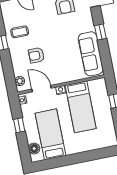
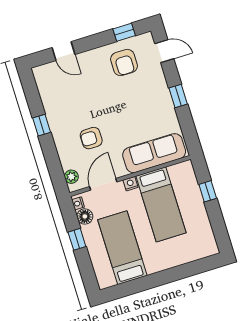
coffee table: (20, 32) -> (64, 107), removed
sofa: (91, 54) -> (154, 153), moved, turned 90
door: (42, 89) -> (103, 184), hinge flipped
floor lamp: (34, 149) -> (85, 216), moved

